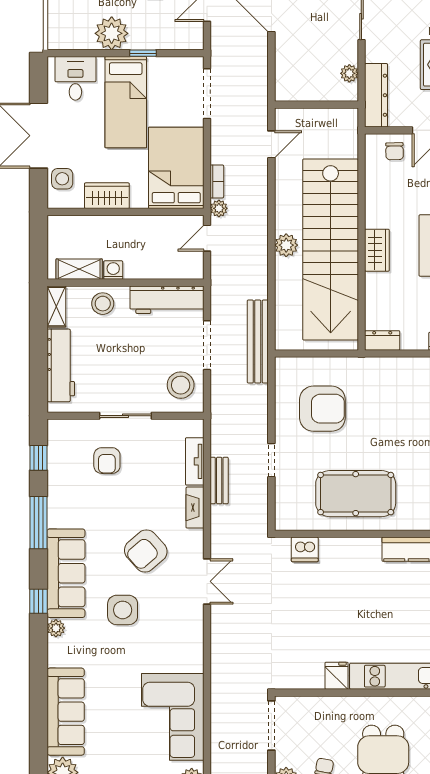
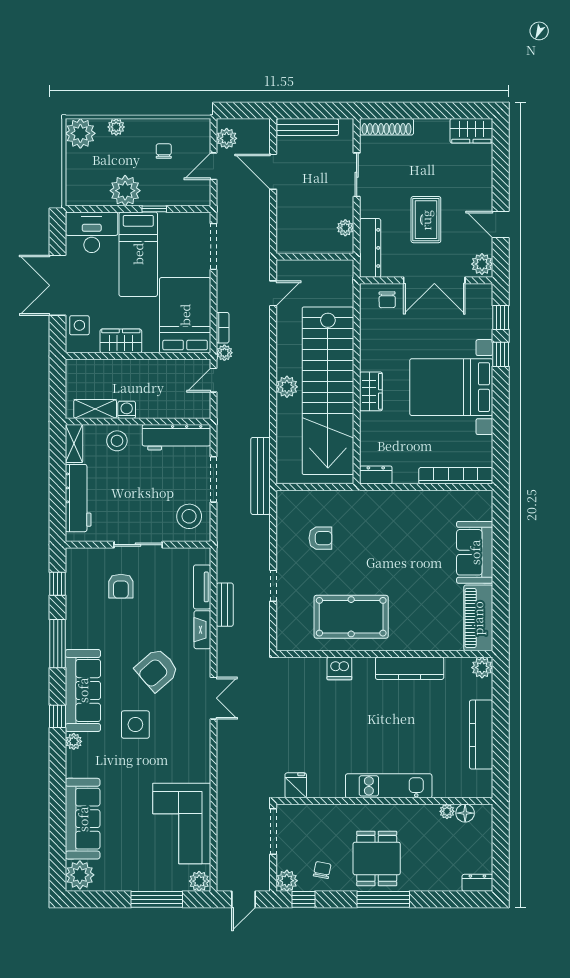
desk: (75, 78) -> (92, 232), width x1.37
armchair: (322, 409) -> (320, 538), width x0.53, depth x0.53
dishwasher: (305, 549) -> (339, 668), moved
fridge: (336, 676) -> (296, 785), moved

